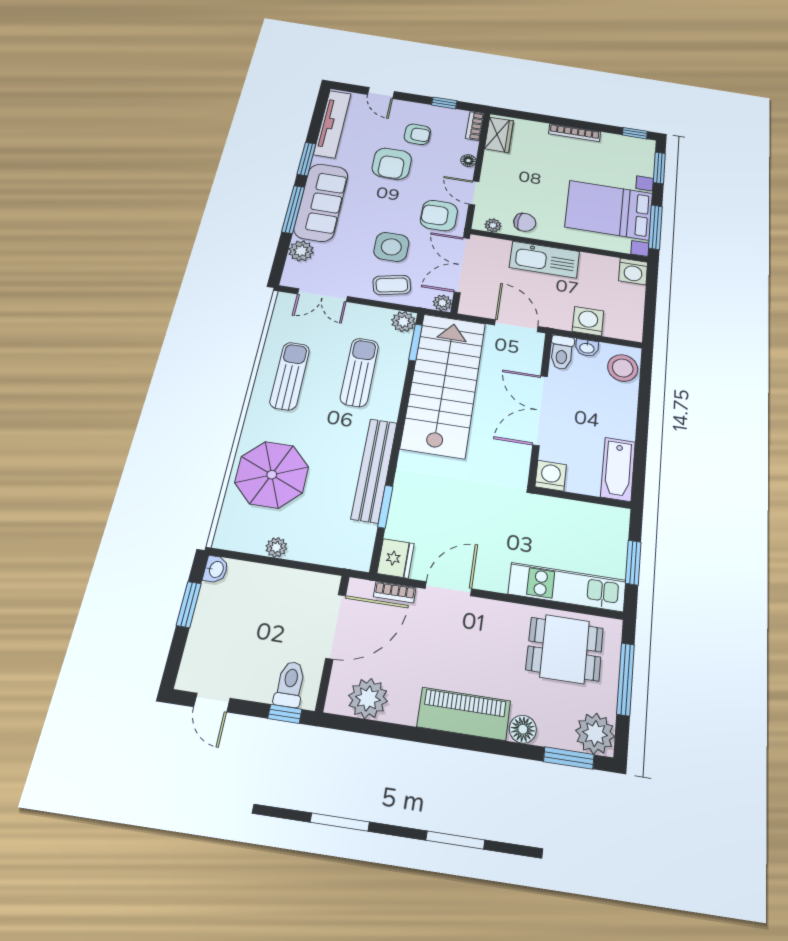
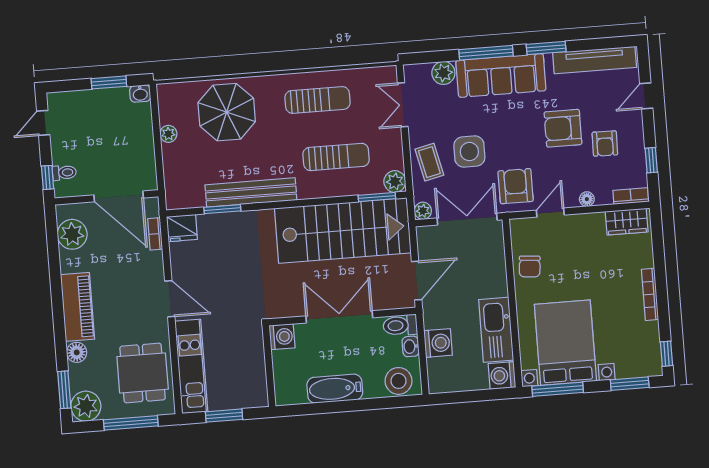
plant: (493, 225) -> (518, 238), removed
kitchen sink: (544, 260) -> (496, 330), moved
bathtub: (618, 469) -> (335, 389), moved
door: (448, 589) -> (170, 299), moved
toilet: (290, 684) -> (64, 173), width x0.73, depth x0.72

